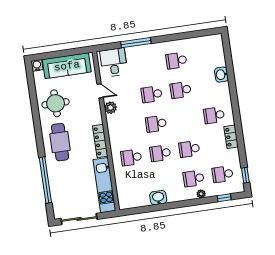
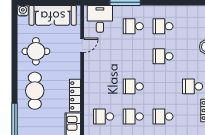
door: (100, 91) -> (82, 45), hinge flipped
school desk: (152, 94) -> (133, 26), moved
plant: (110, 108) -> (90, 64), removed

